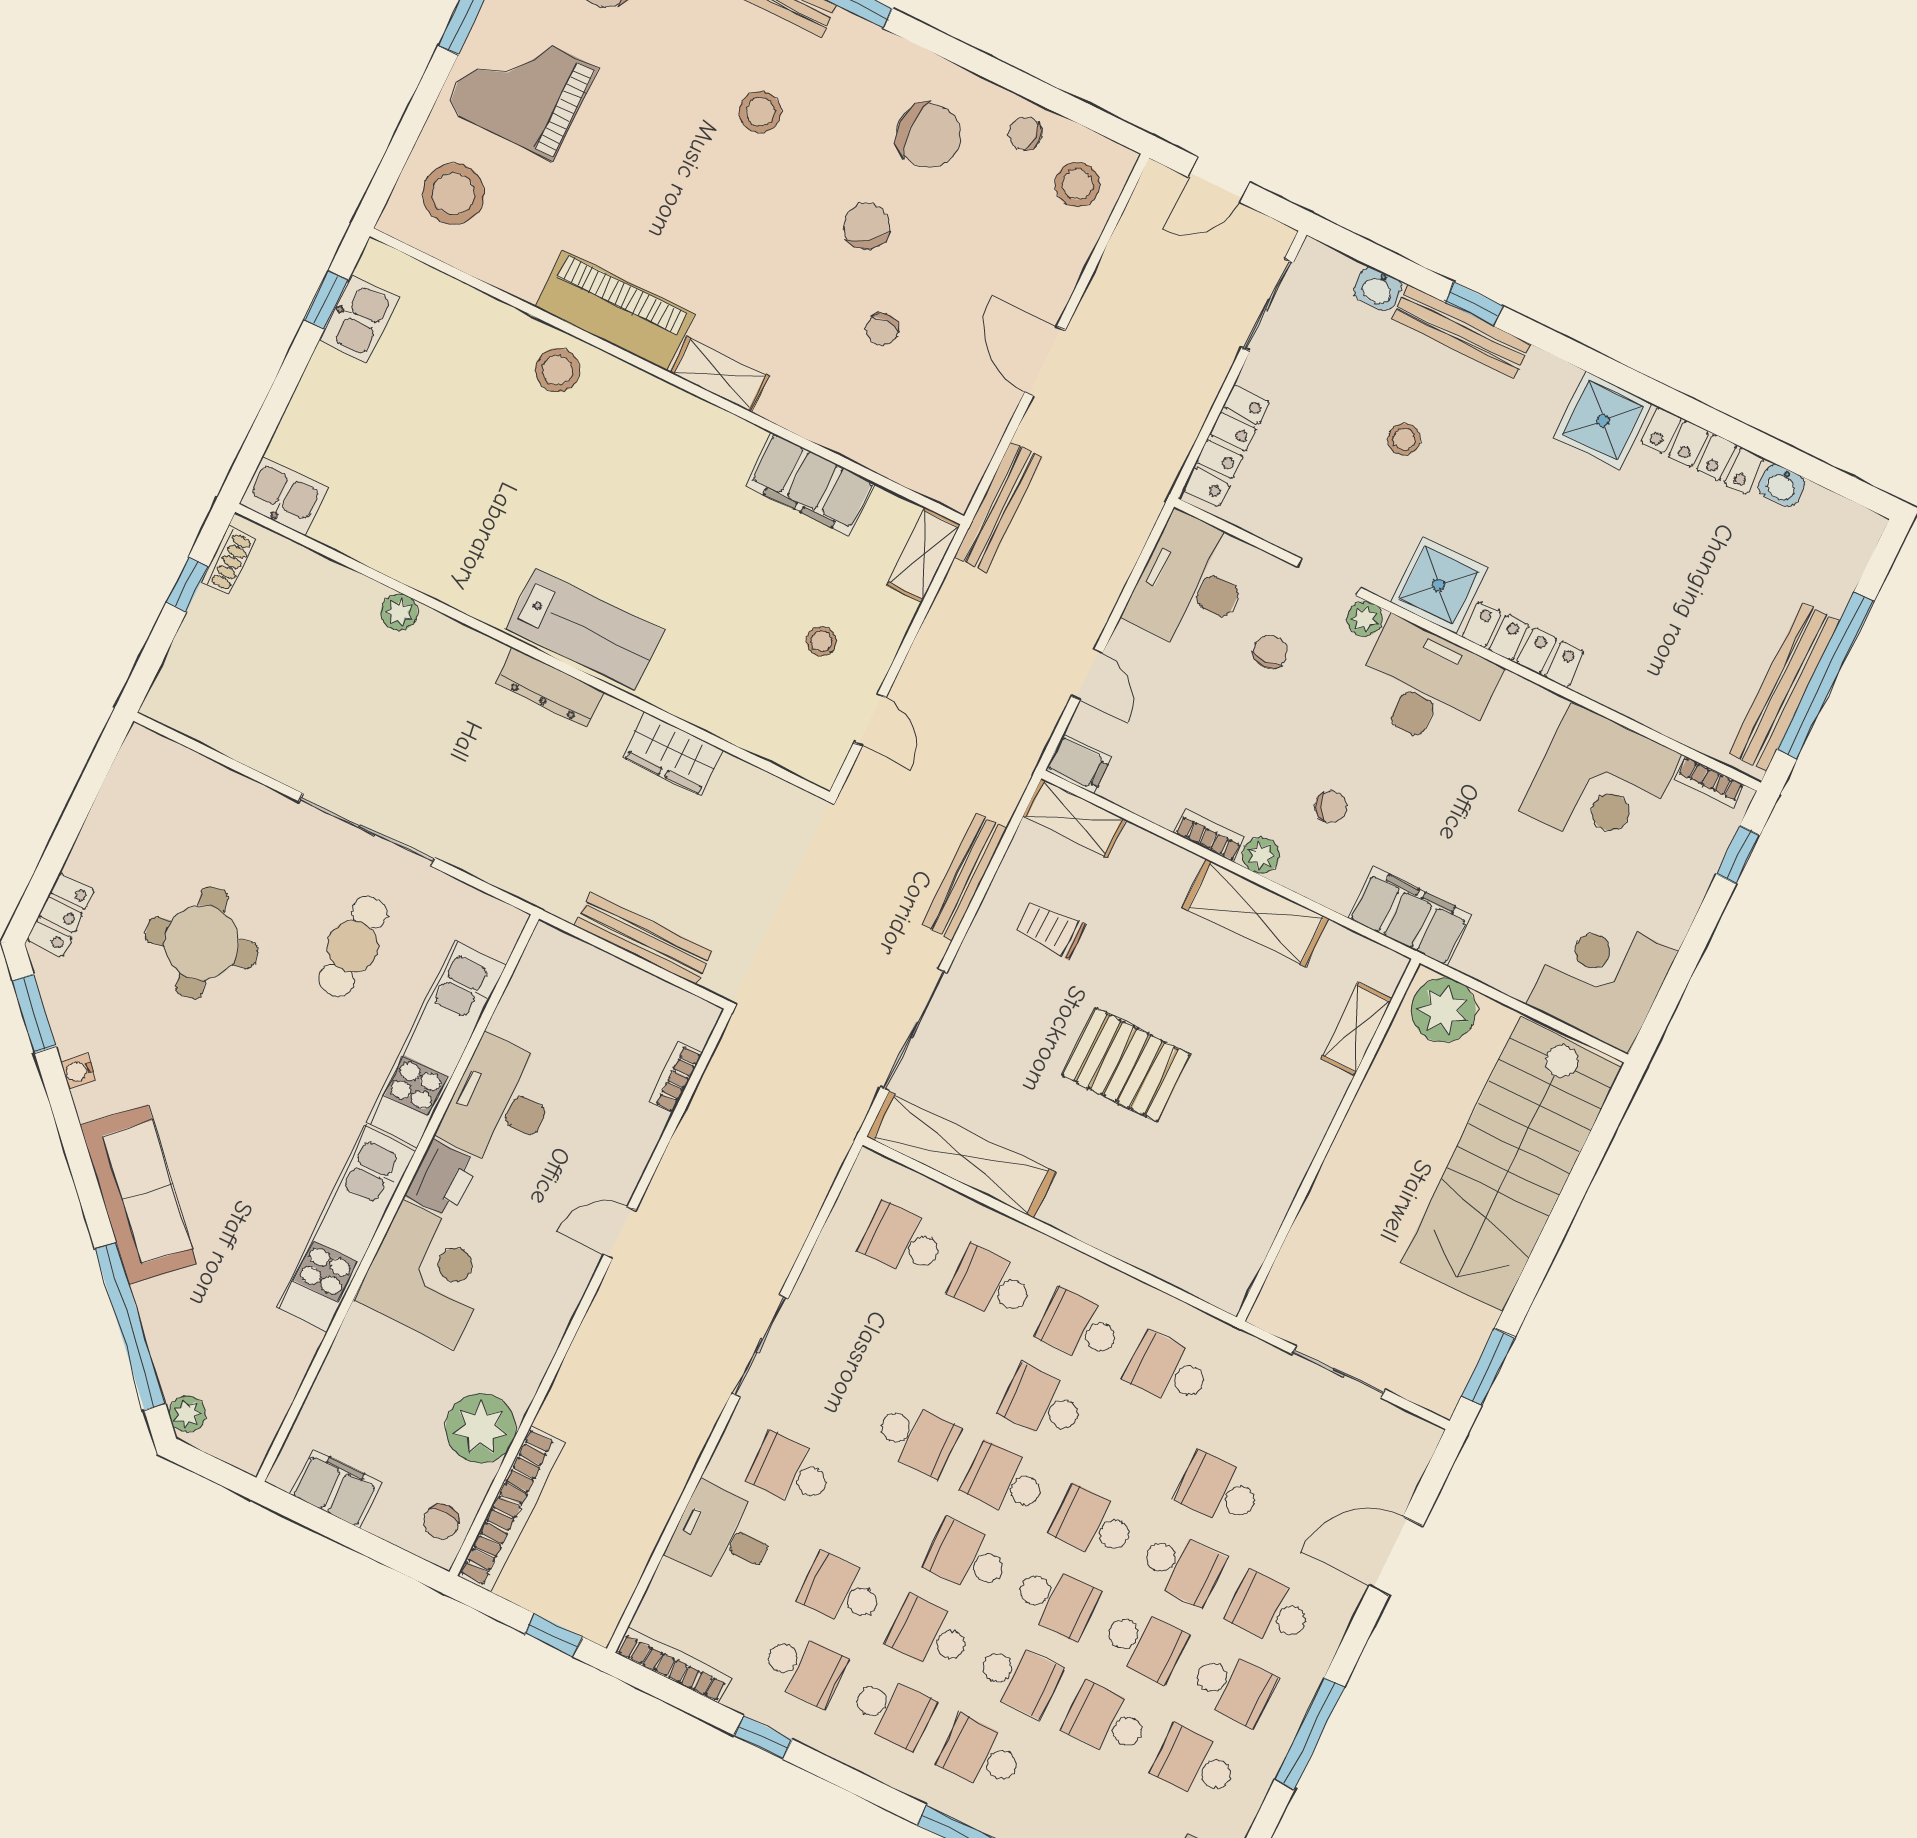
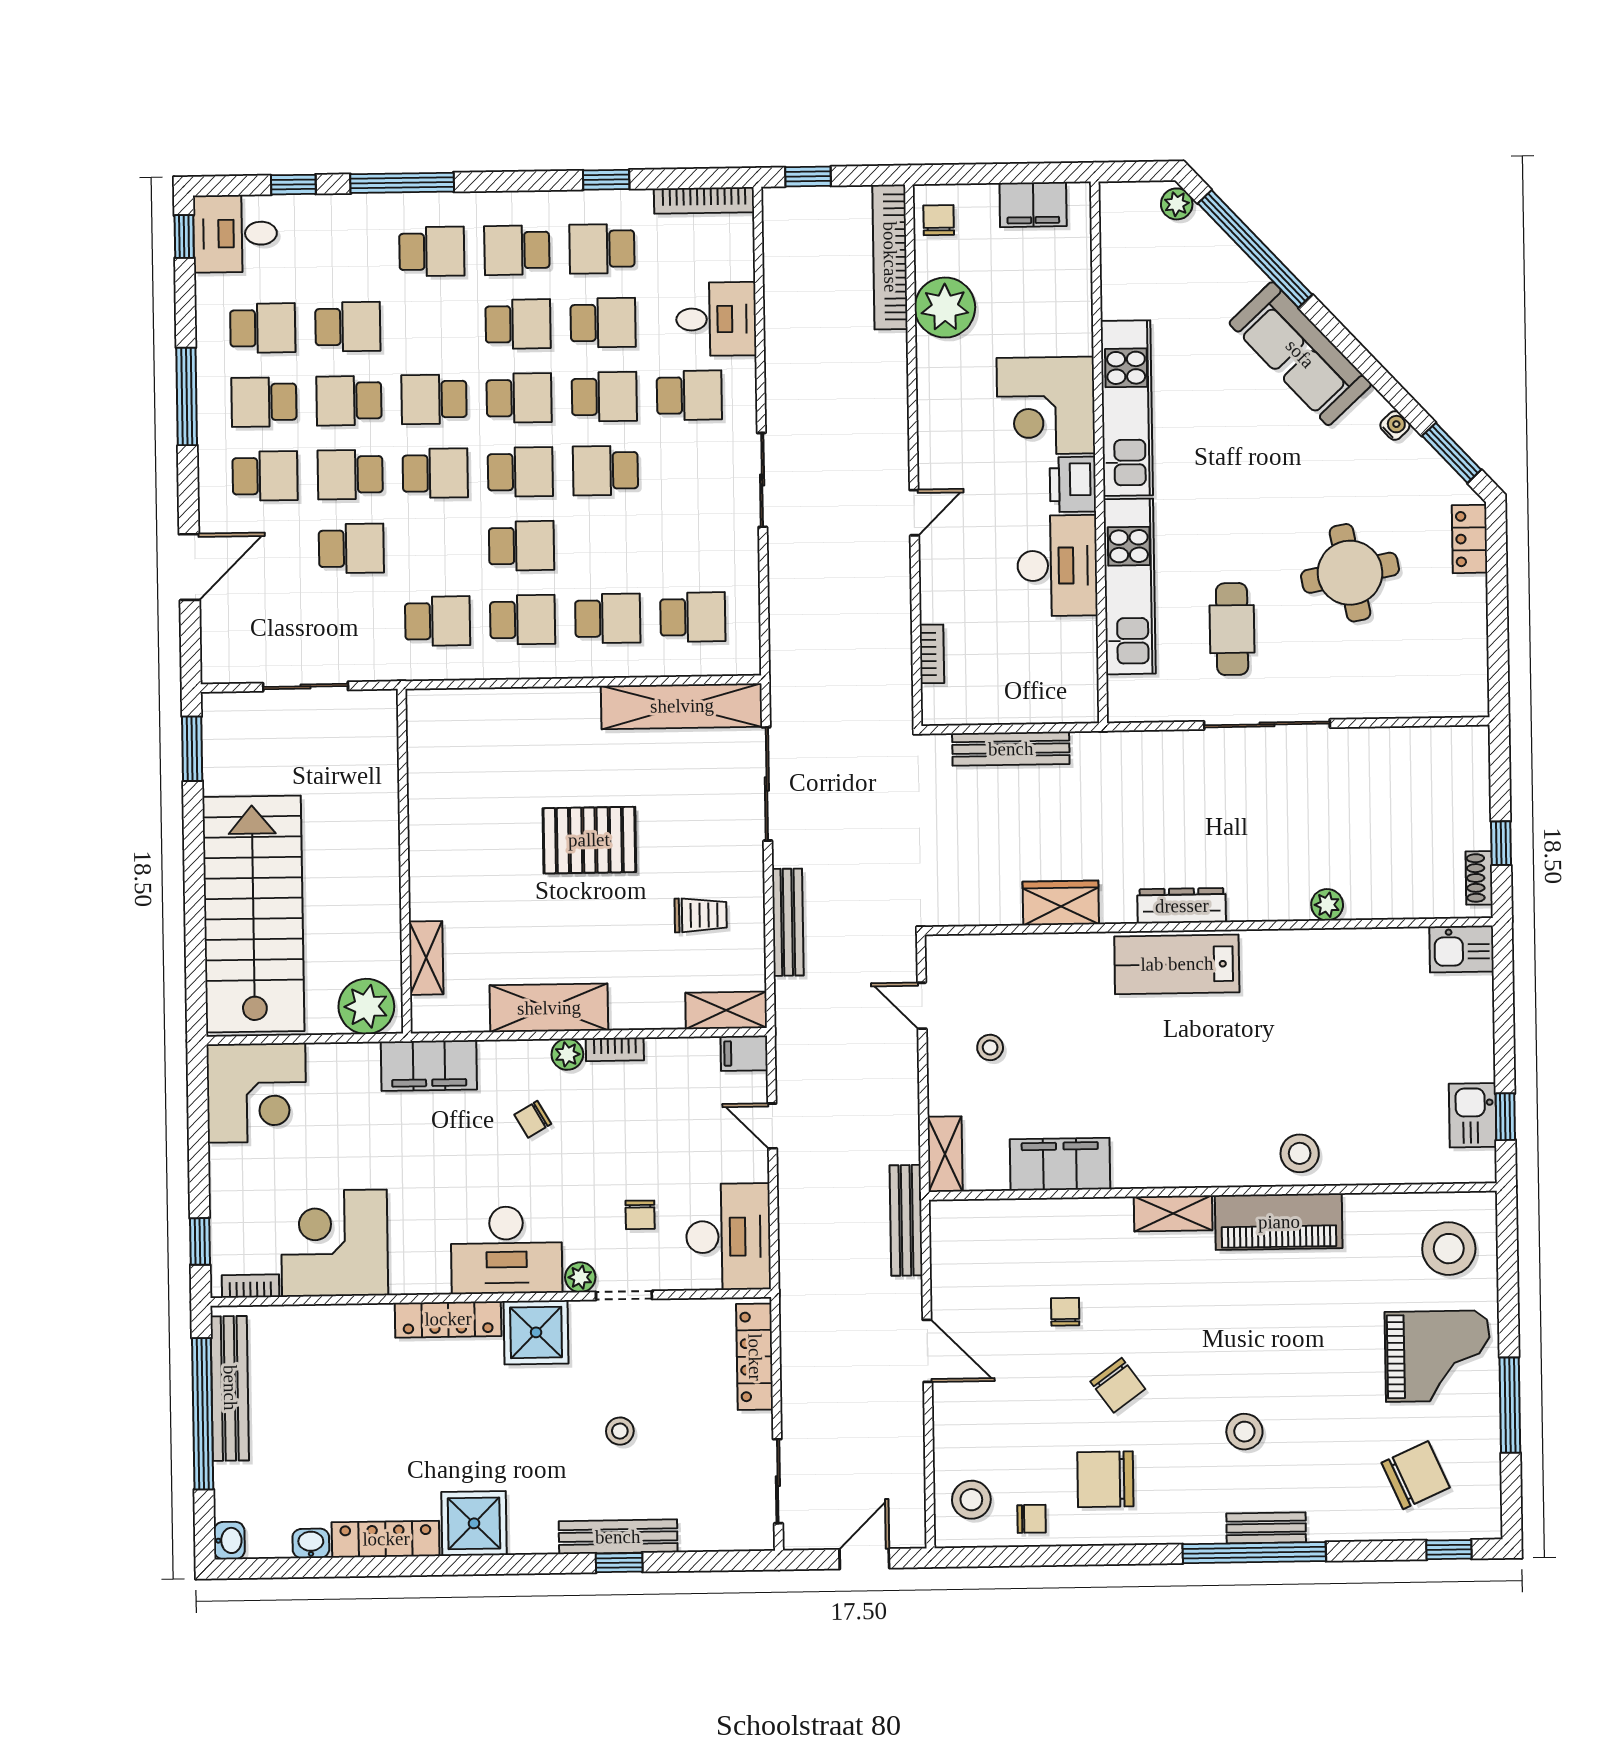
washbasin: (1378, 289) -> (229, 1541), moved, turned 90
school desk: (1018, 1678) -> (604, 397), moved, turned 180

